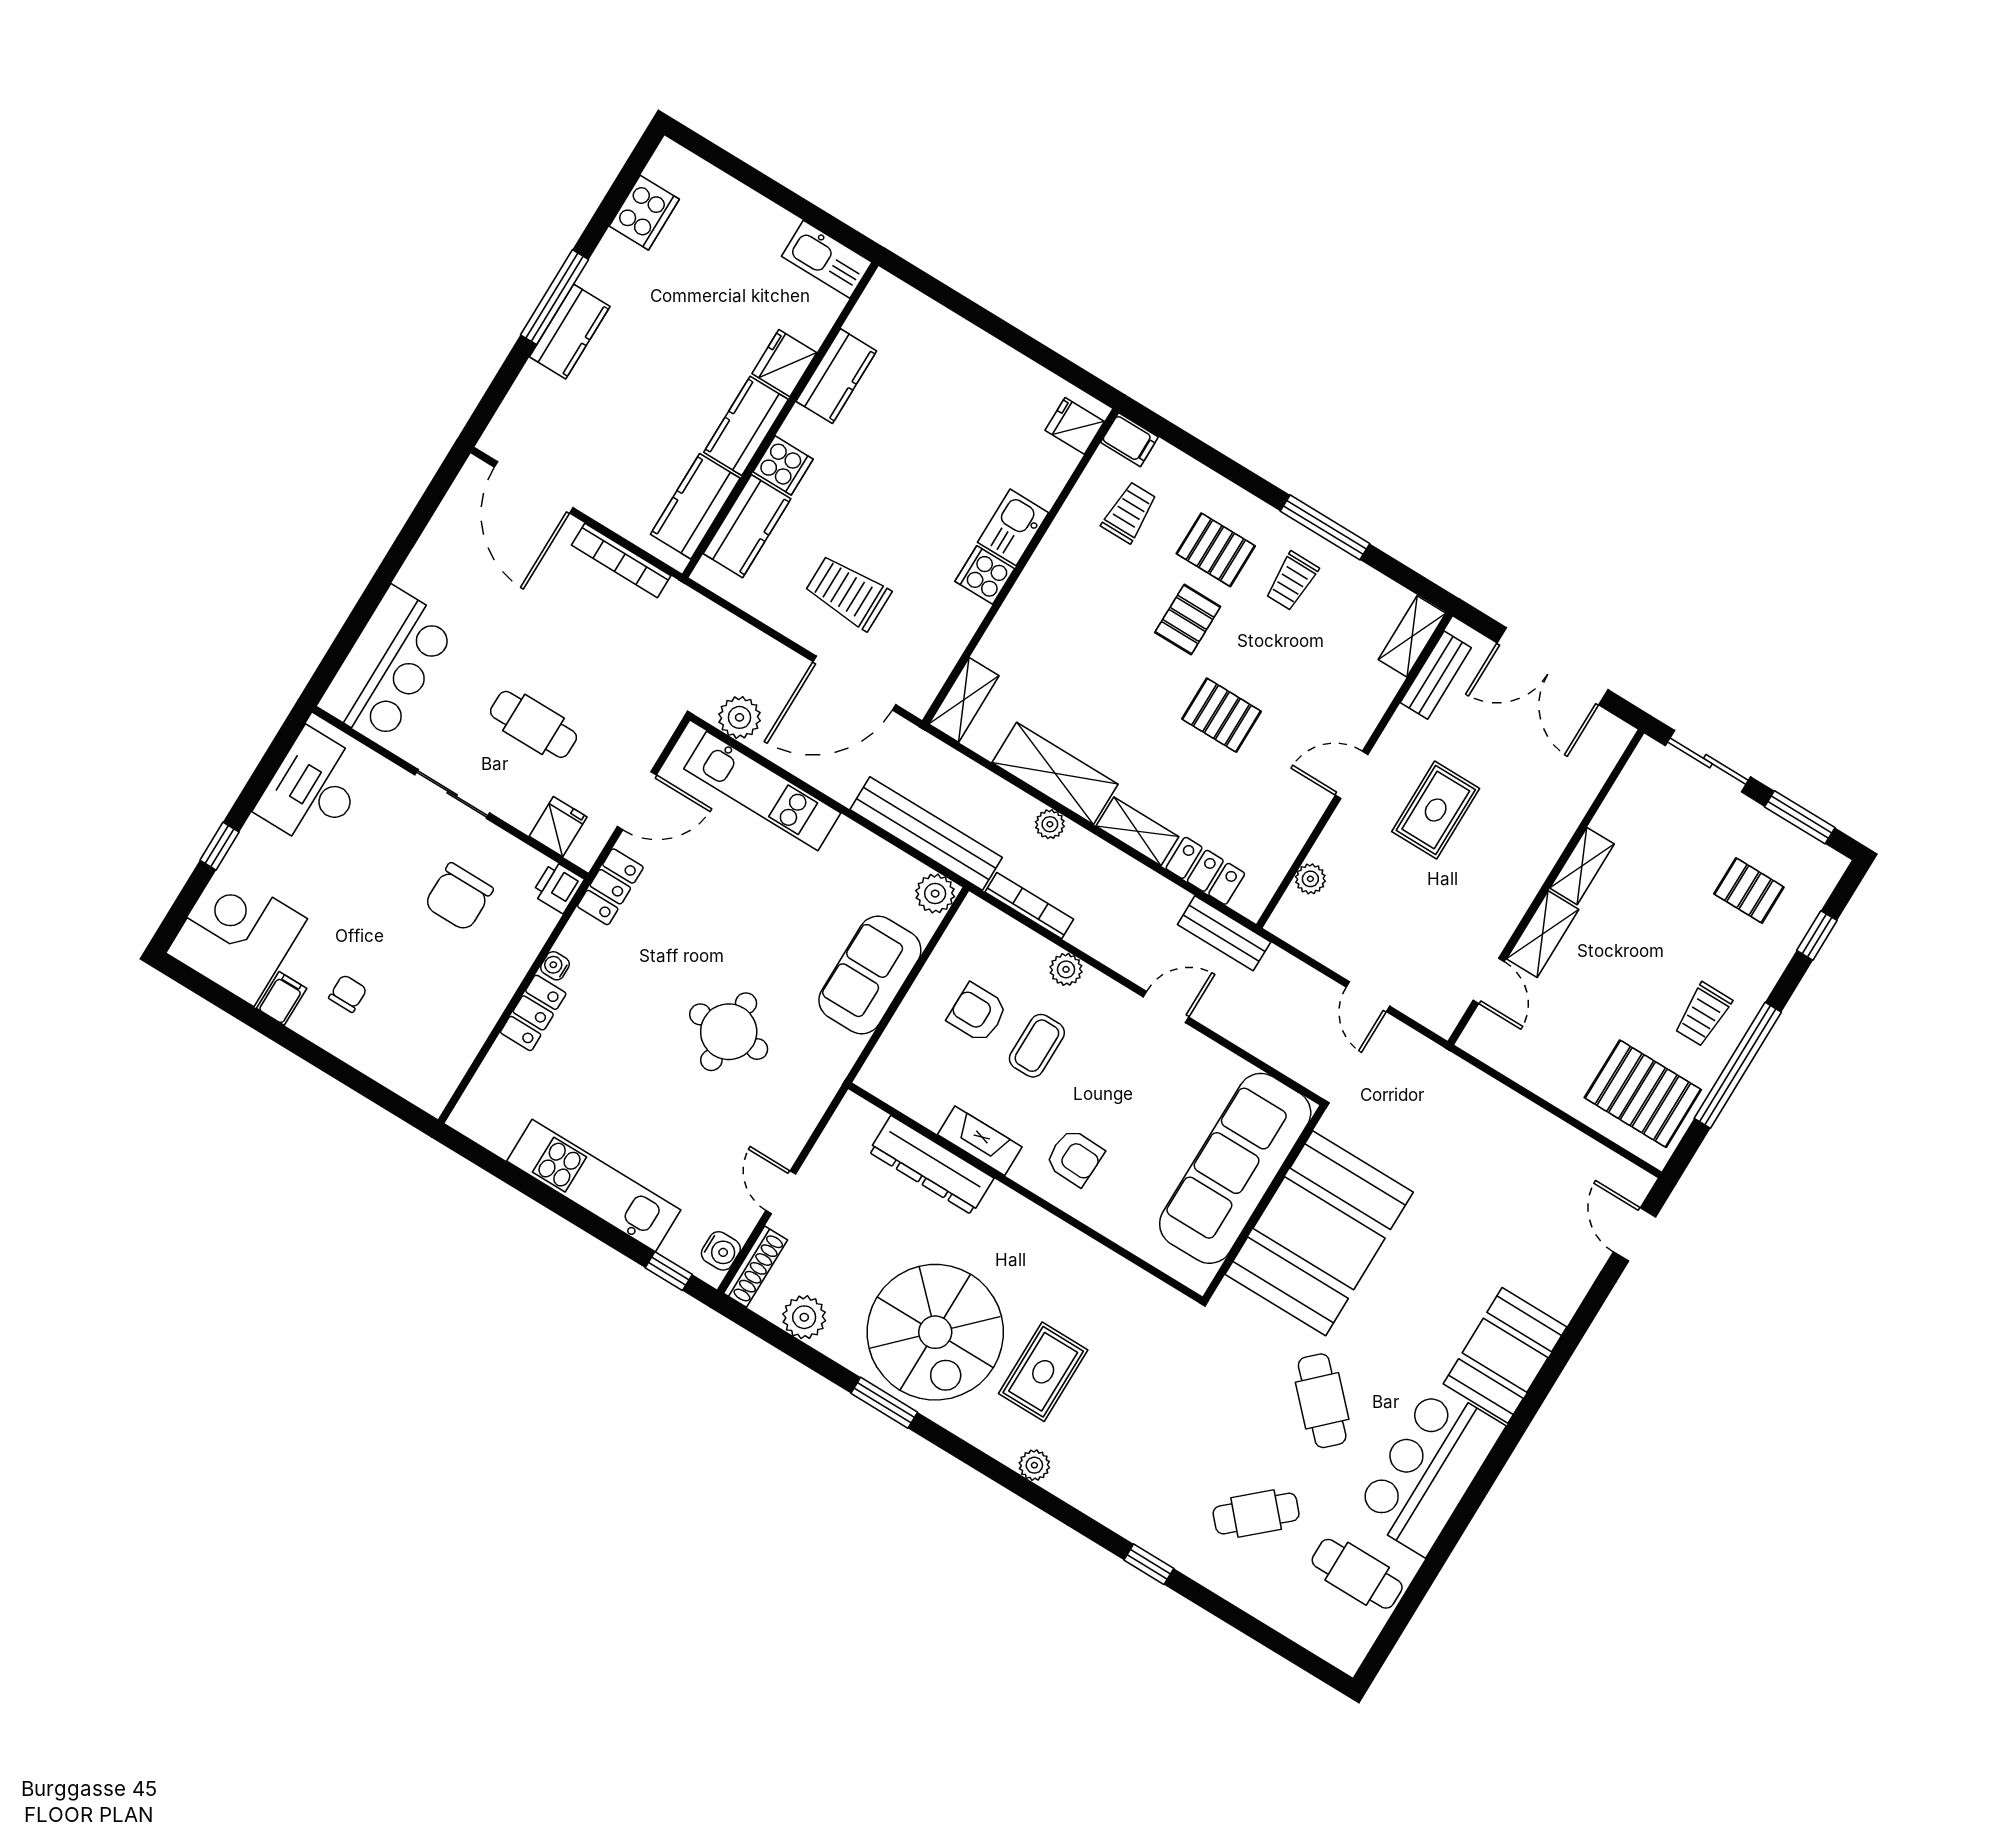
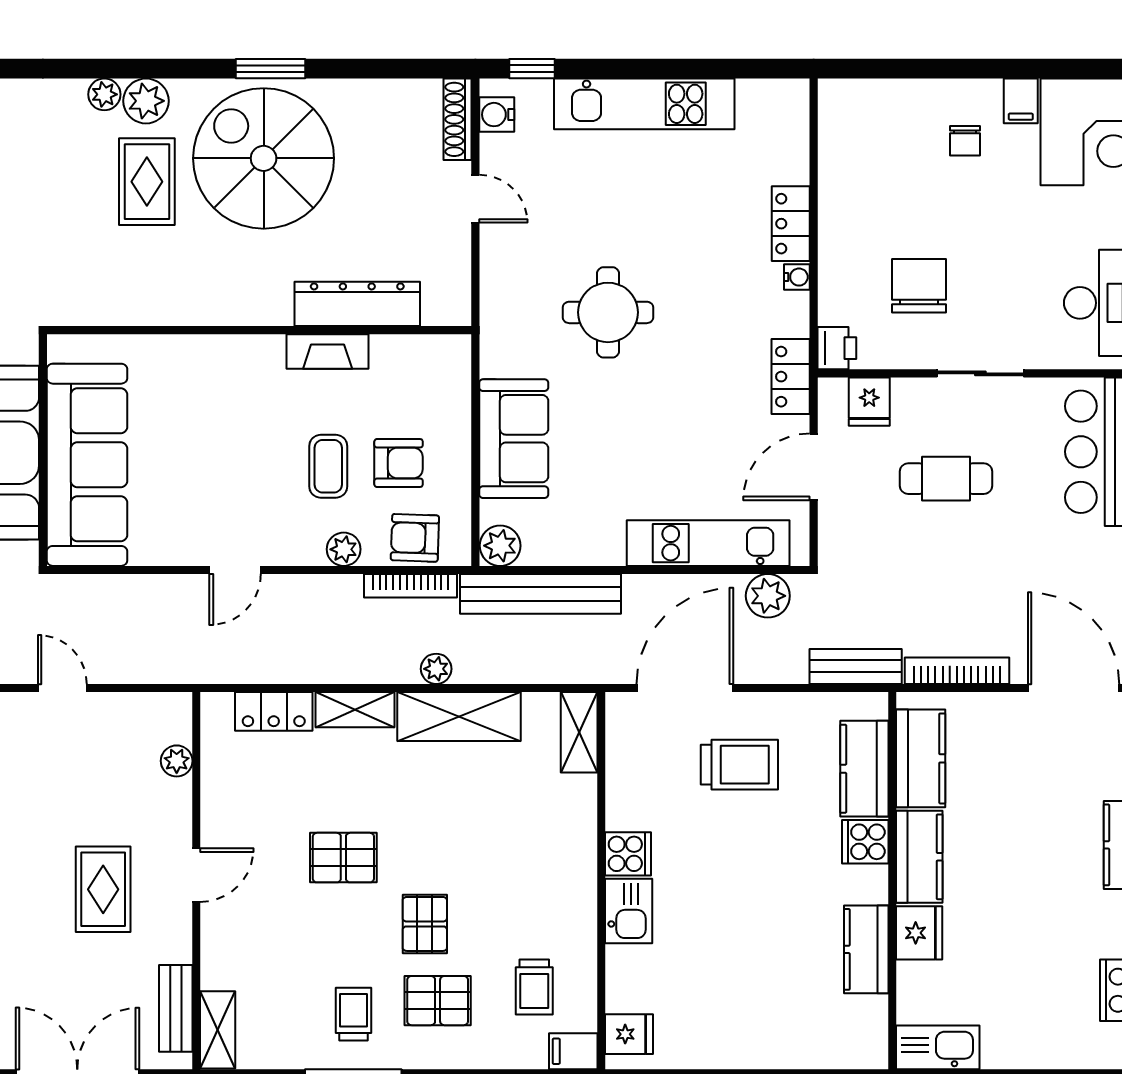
bench: (1224, 933) -> (856, 666), moved
armchair: (1075, 1157) -> (415, 538), moved
plant: (804, 1317) -> (146, 101), moved

